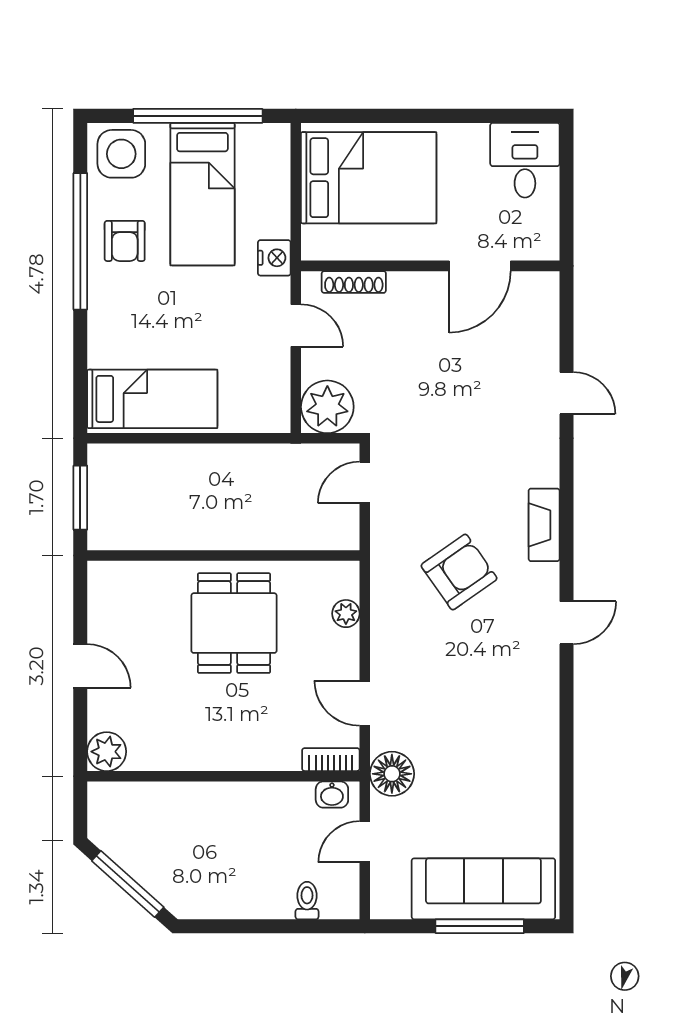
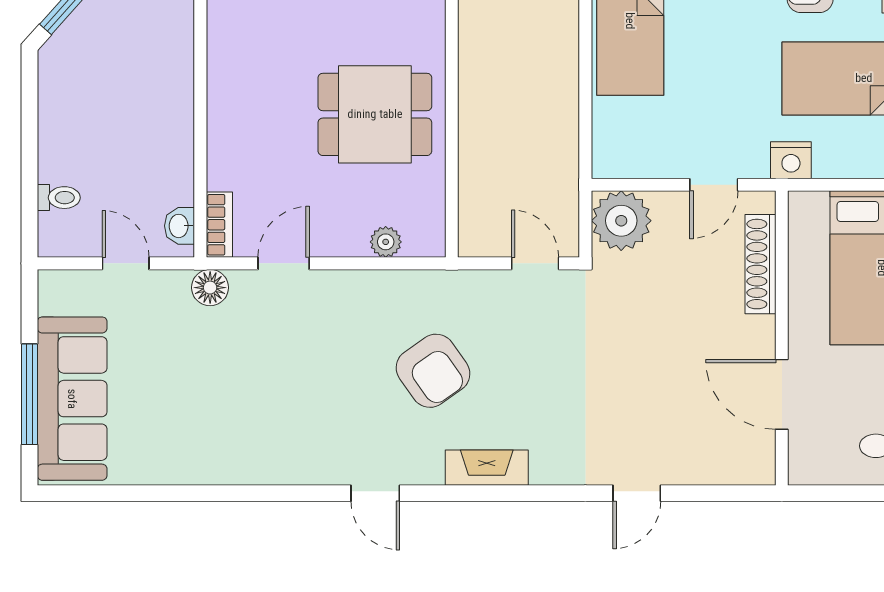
shoe rack: (354, 282) -> (761, 264), width x1.36, depth x1.24
floor lamp: (392, 774) -> (210, 288), width x0.73, depth x0.73

